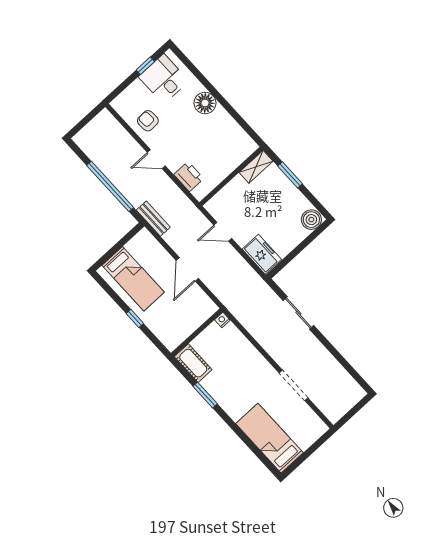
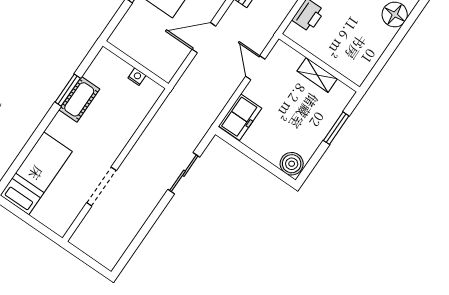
shelving: (256, 167) -> (317, 75), moved
nightstand: (222, 320) -> (137, 77), moved
cot: (193, 363) -> (79, 99), moved

